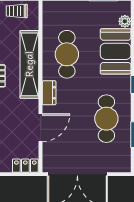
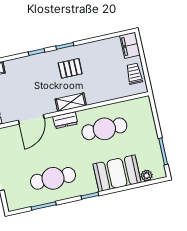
shelving: (29, 64) -> (71, 102), width x0.45, depth x0.75
door: (41, 128) -> (31, 119), hinge flipped

